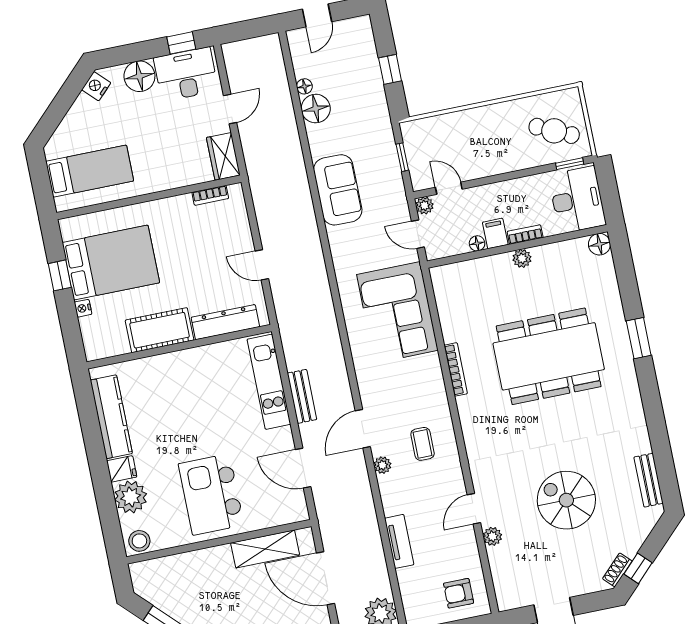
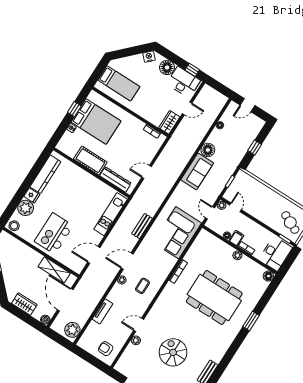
floor lamp: (316, 109) -> (208, 150), moved
door: (262, 265) -> (147, 172), hinge flipped
bench: (302, 396) -> (142, 226), moved
door: (303, 468) -> (94, 255), hinge flipped

